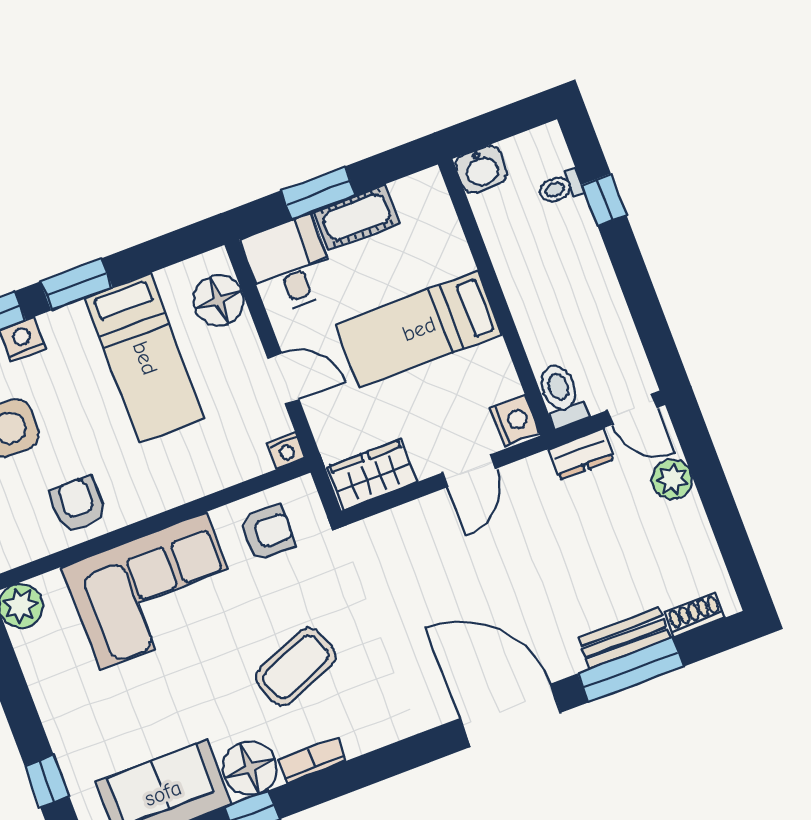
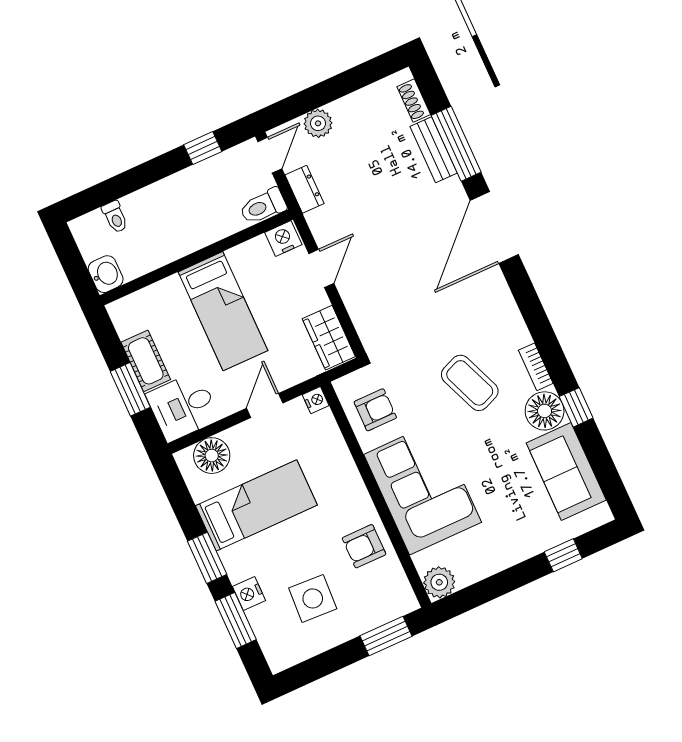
window: (604, 200) -> (203, 148), moved
door: (469, 471) -> (321, 268), hinge flipped
armchair: (267, 533) -> (375, 410), turned 90

